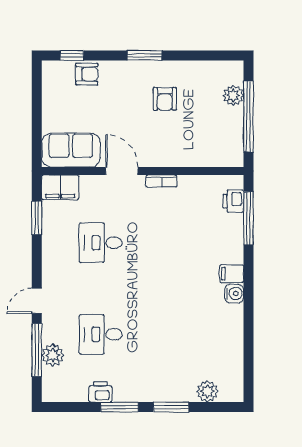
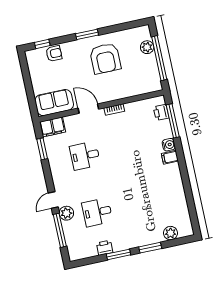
armchair: (165, 99) -> (105, 58), width x1.88, depth x1.88
water cooler: (234, 294) -> (169, 145), moved
plant: (53, 355) -> (66, 213), moved

